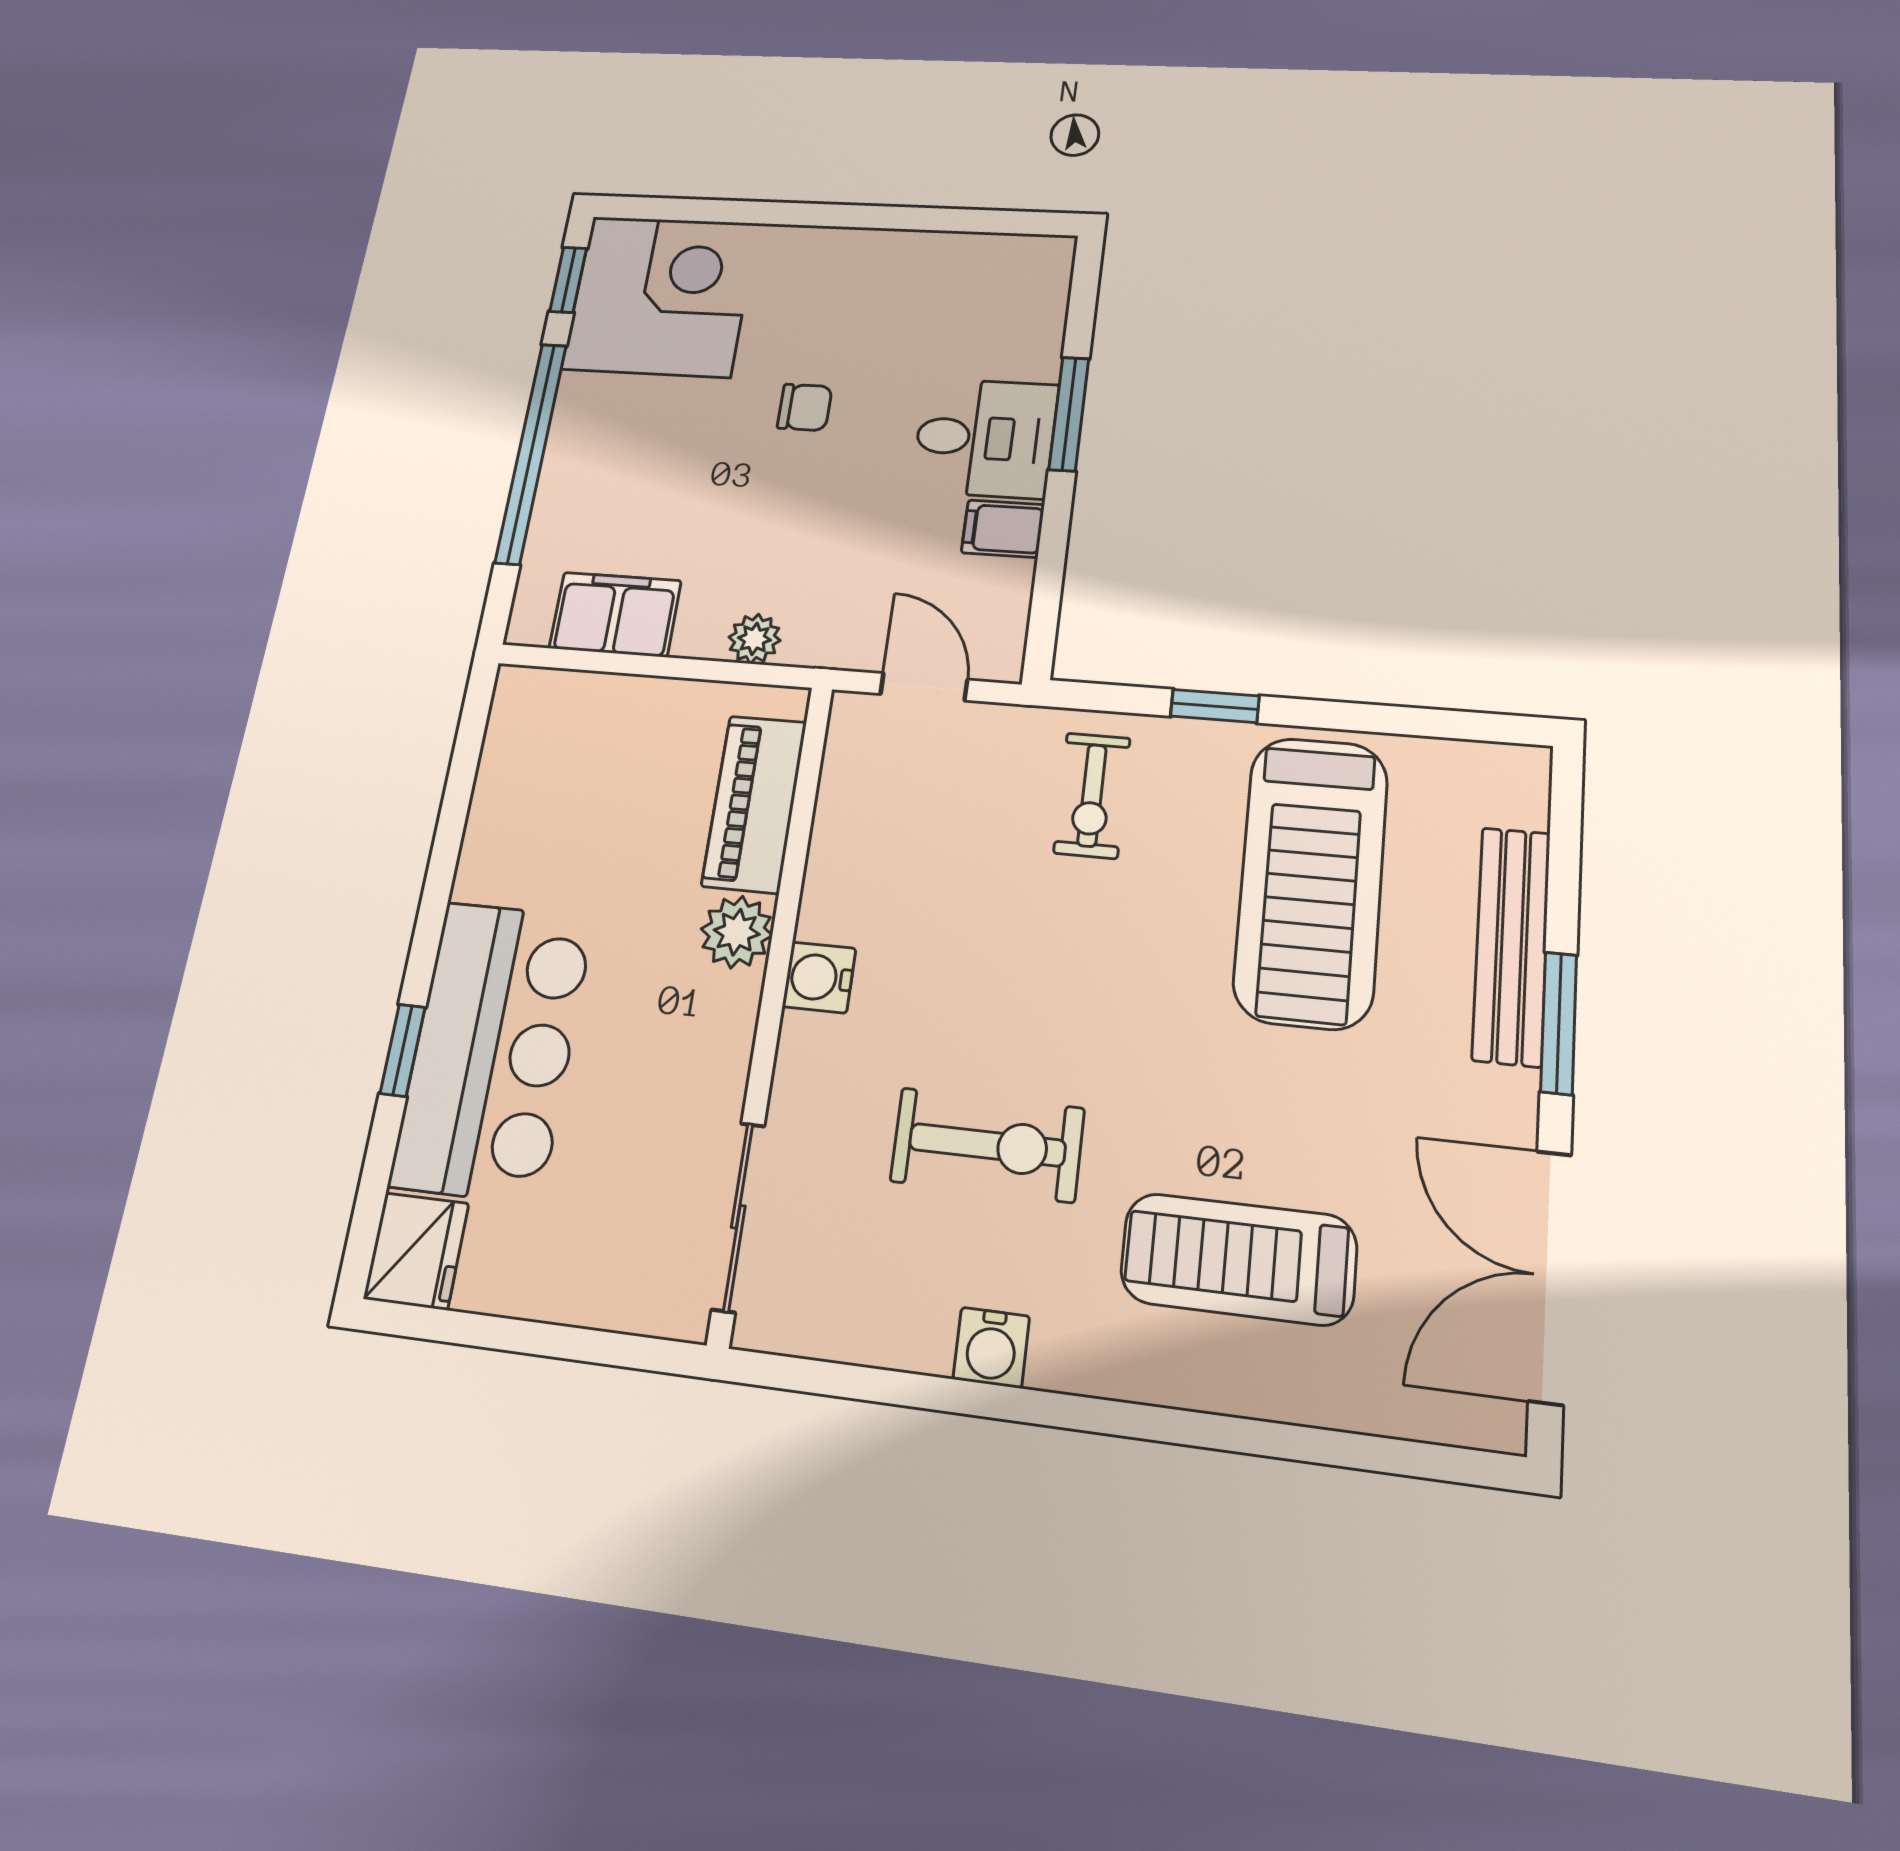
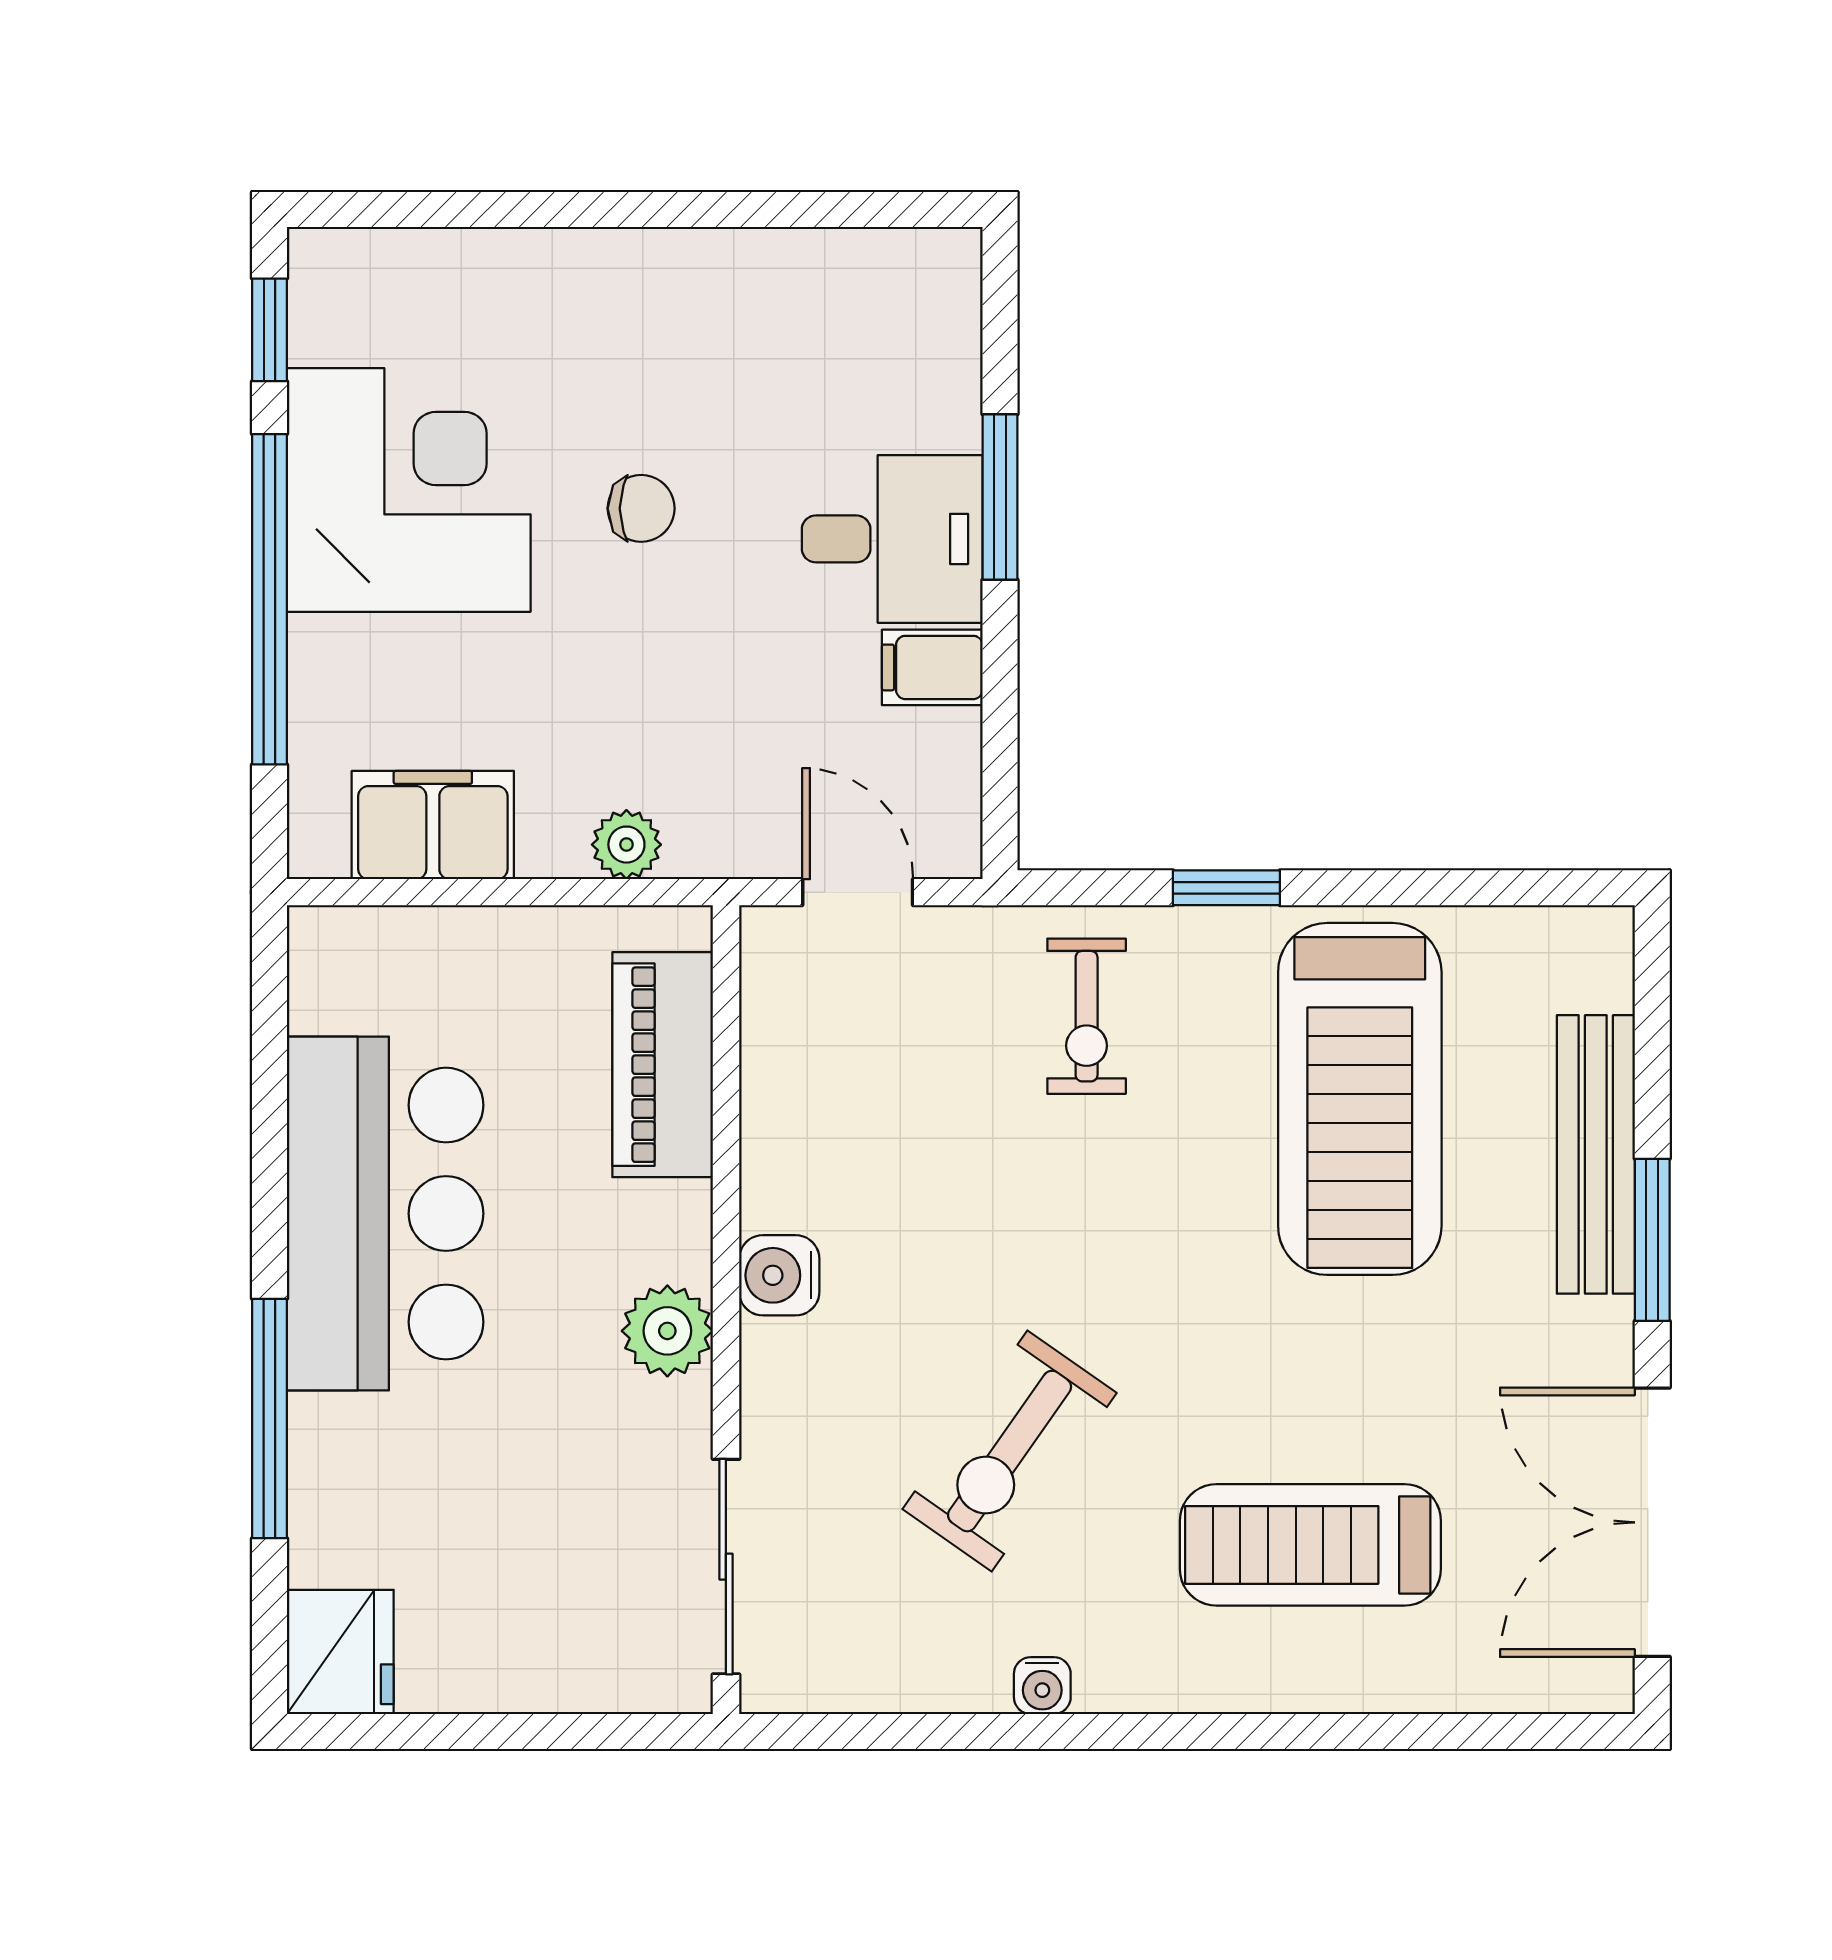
corner desk: (660, 296) -> (409, 490), moved
plant: (737, 932) -> (667, 1331), moved
window: (403, 1050) -> (269, 1419), width x2.17
bar counter: (493, 1050) -> (385, 1214), moved
exercise bike: (987, 1145) -> (1010, 1451), turned 125
water cooler: (991, 1348) -> (1042, 1686), width x0.72, depth x0.72

